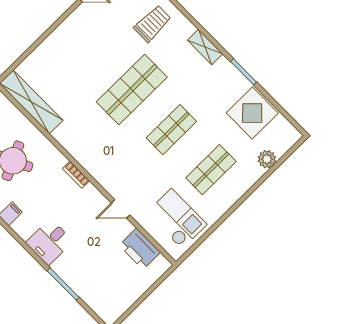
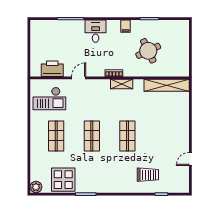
trolley: (152, 24) -> (148, 175), turned -90
shelving: (205, 47) -> (122, 84), moved
shop shelf: (132, 90) -> (127, 136), width x0.70, depth x0.74
plant: (267, 159) -> (36, 187), moved

